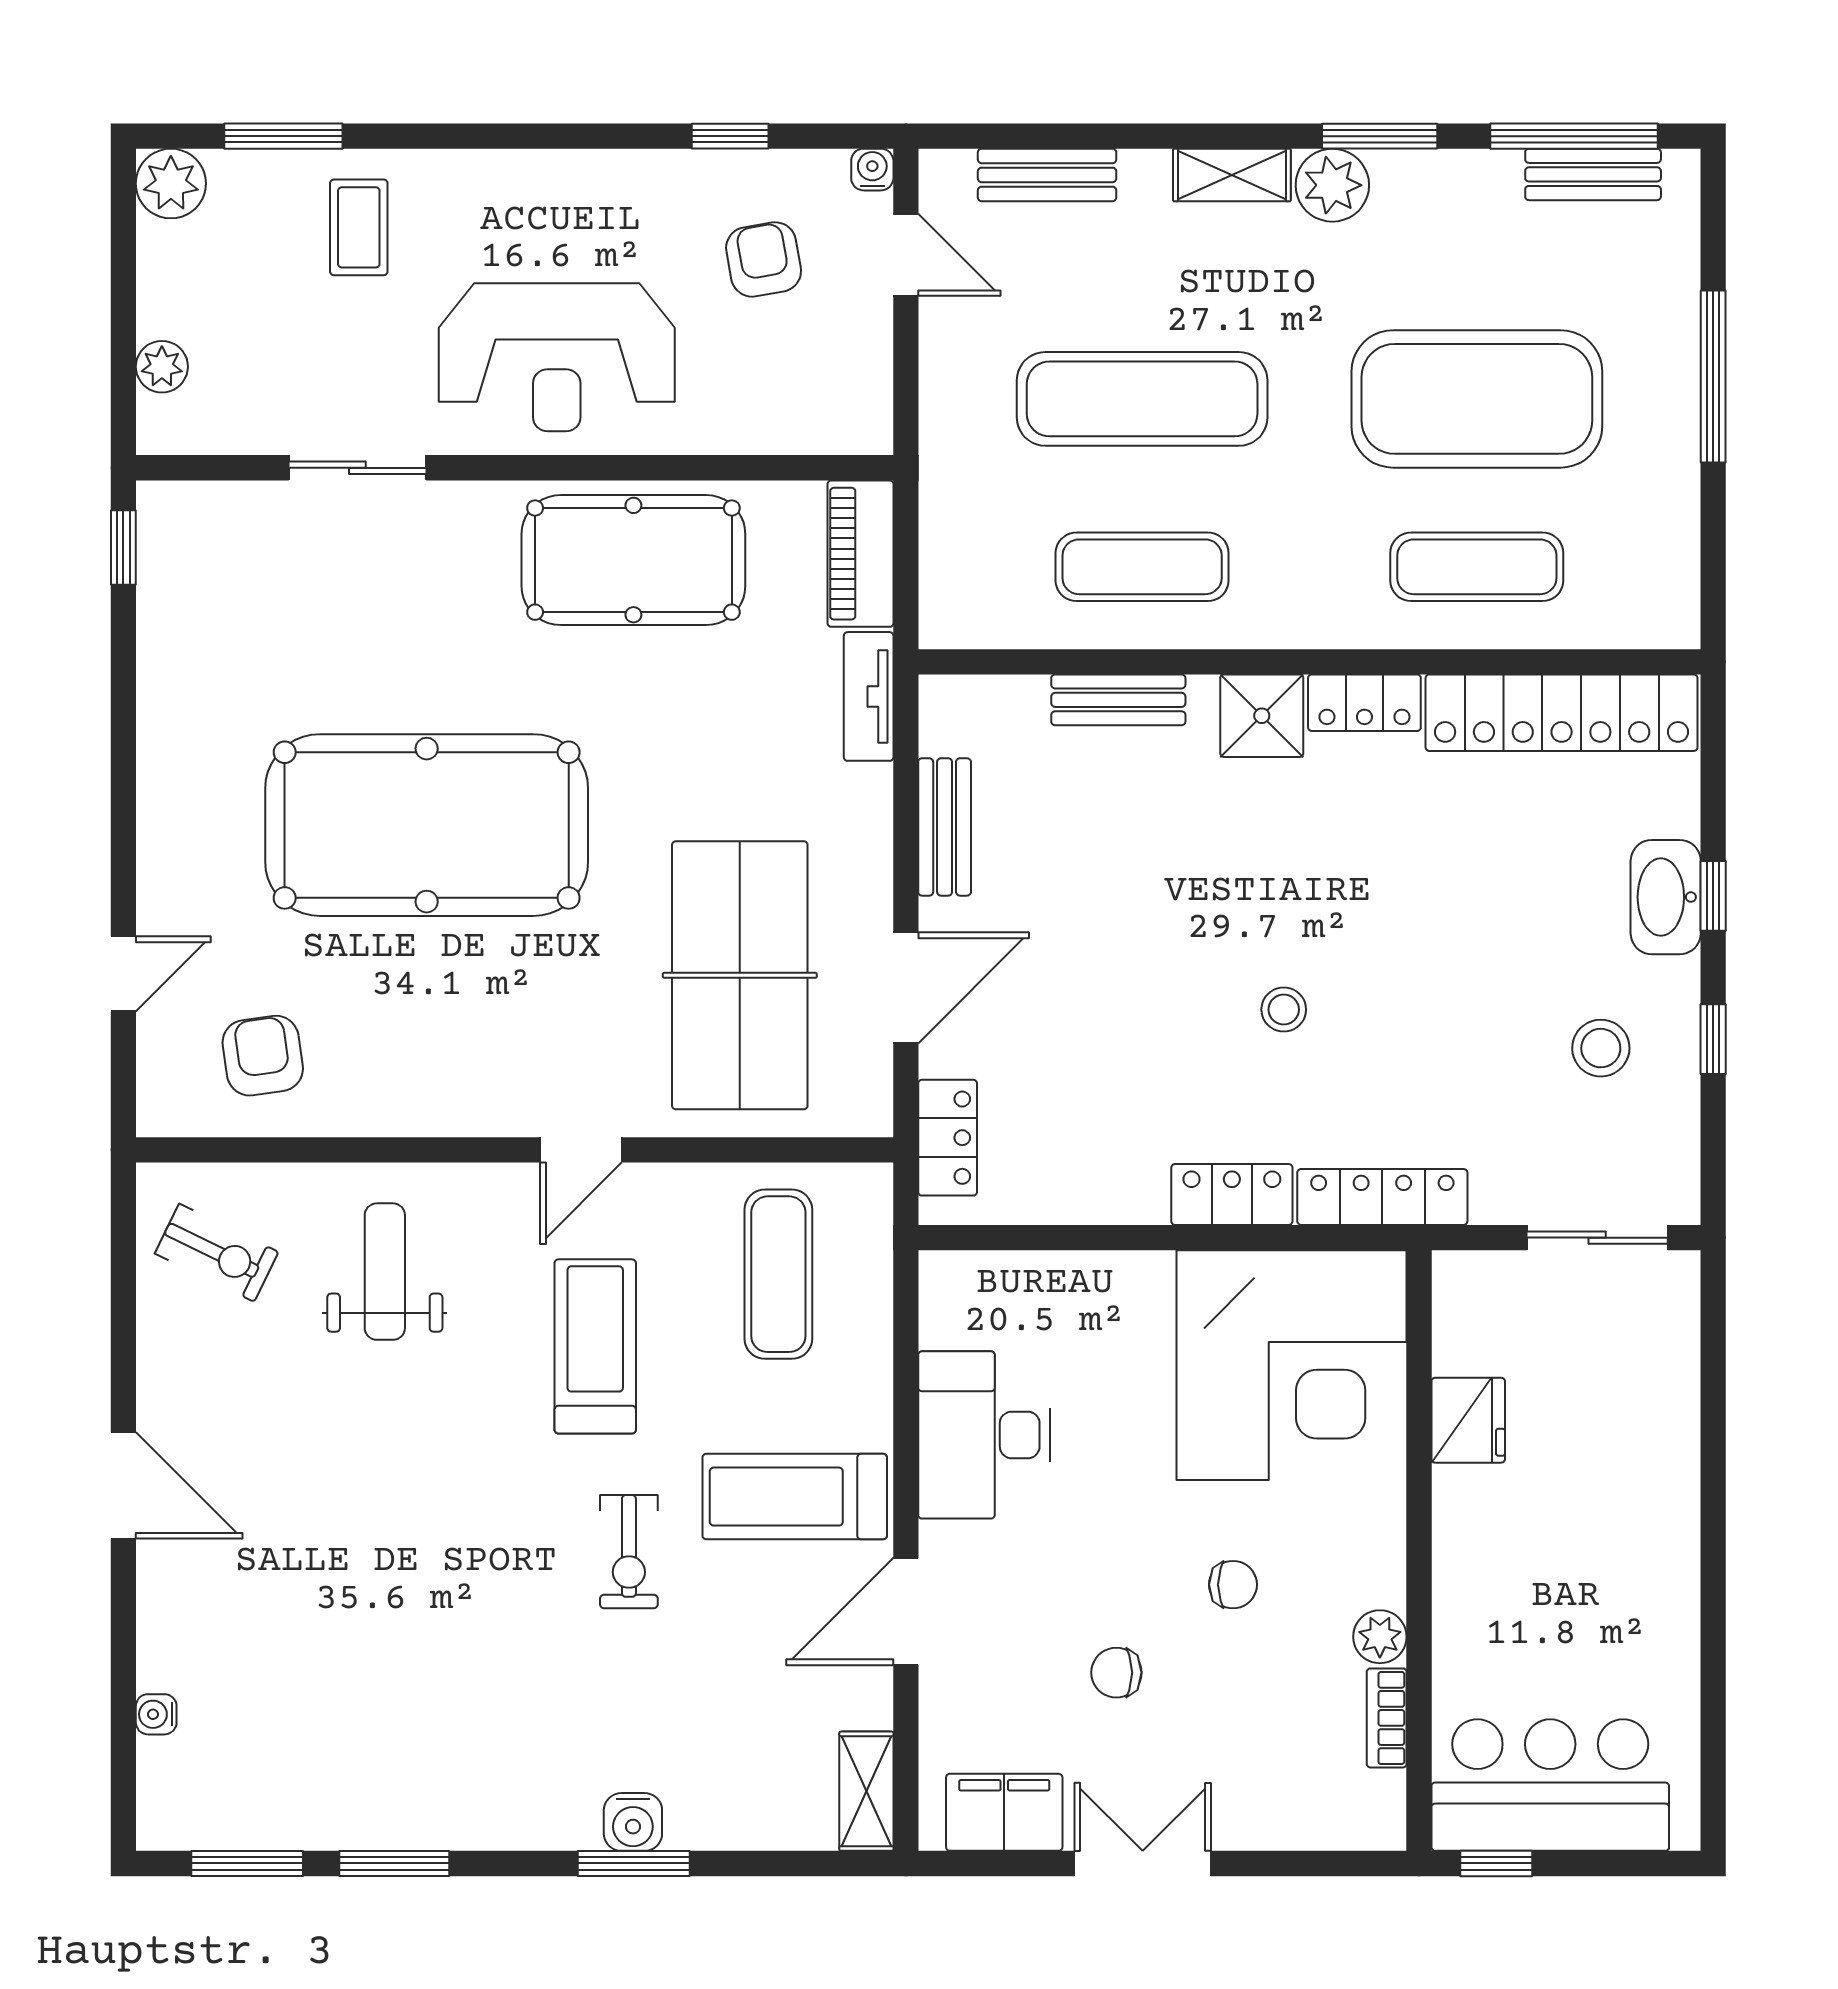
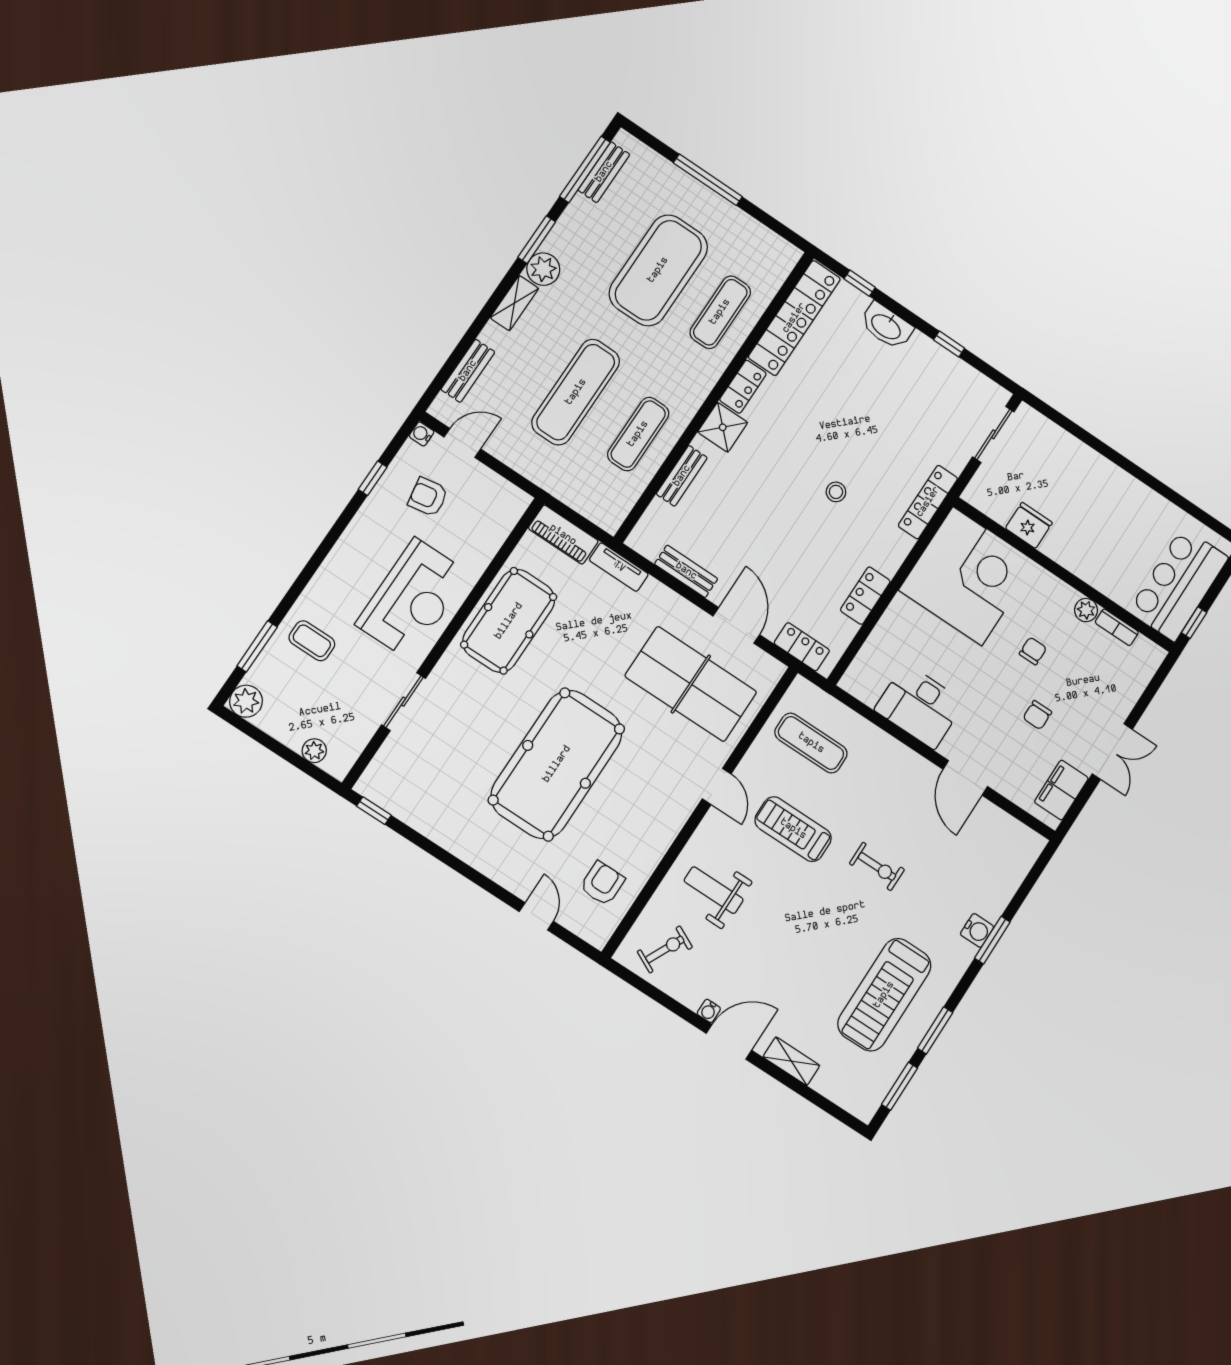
window: (1713, 896) -> (860, 283), moved
stool: (1601, 1048) -> (926, 387), removed
armchair: (263, 1056) -> (602, 883), turned 98
locker: (1232, 1195) -> (865, 596), moved
treadmill: (795, 1497) -> (884, 995), moved, width x1.37, depth x1.38
water cooler: (156, 1714) -> (709, 1011), moved
shelving: (866, 1791) -> (791, 1061), moved
double door: (1143, 1863) -> (1112, 751), swing flipped

